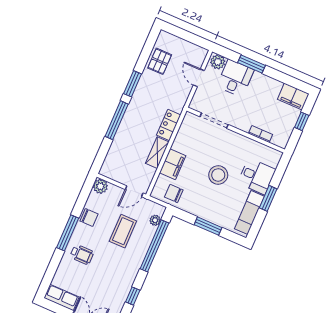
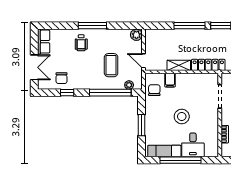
locker: (169, 125) -> (208, 65), width x1.53
filing cabinet: (173, 164) -> (170, 80), width x0.50
window: (268, 198) -> (181, 160), width x2.11
chair: (89, 217) -> (62, 78), moved
coffee table: (123, 231) -> (111, 65), turned 90

